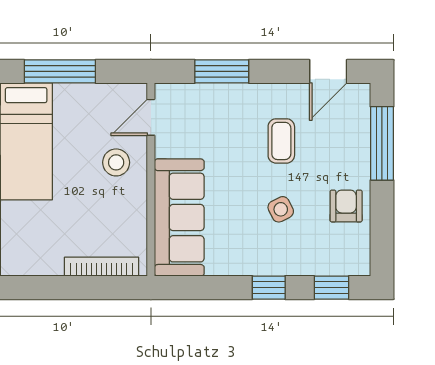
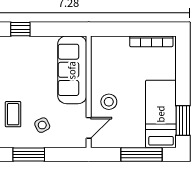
window: (222, 71) -> (29, 155), moved
side table: (281, 209) -> (42, 125), moved
bookcase: (102, 267) -> (151, 41), moved

